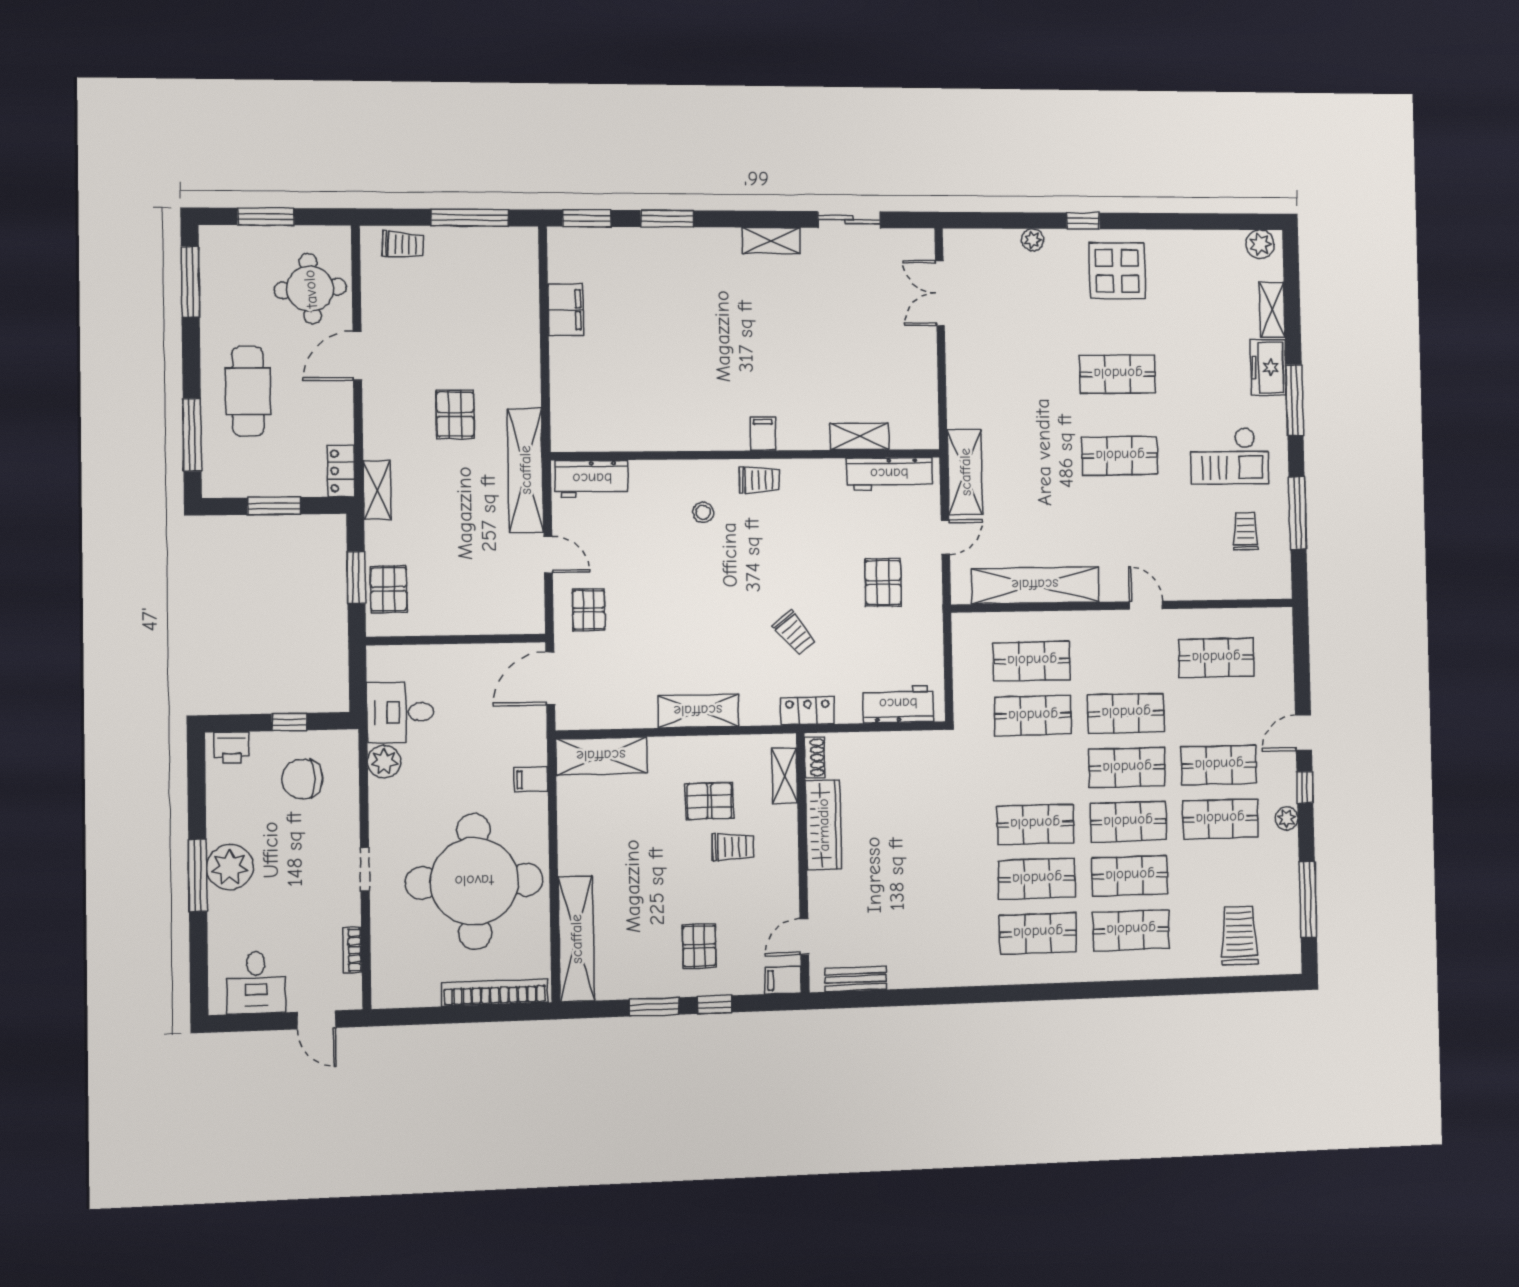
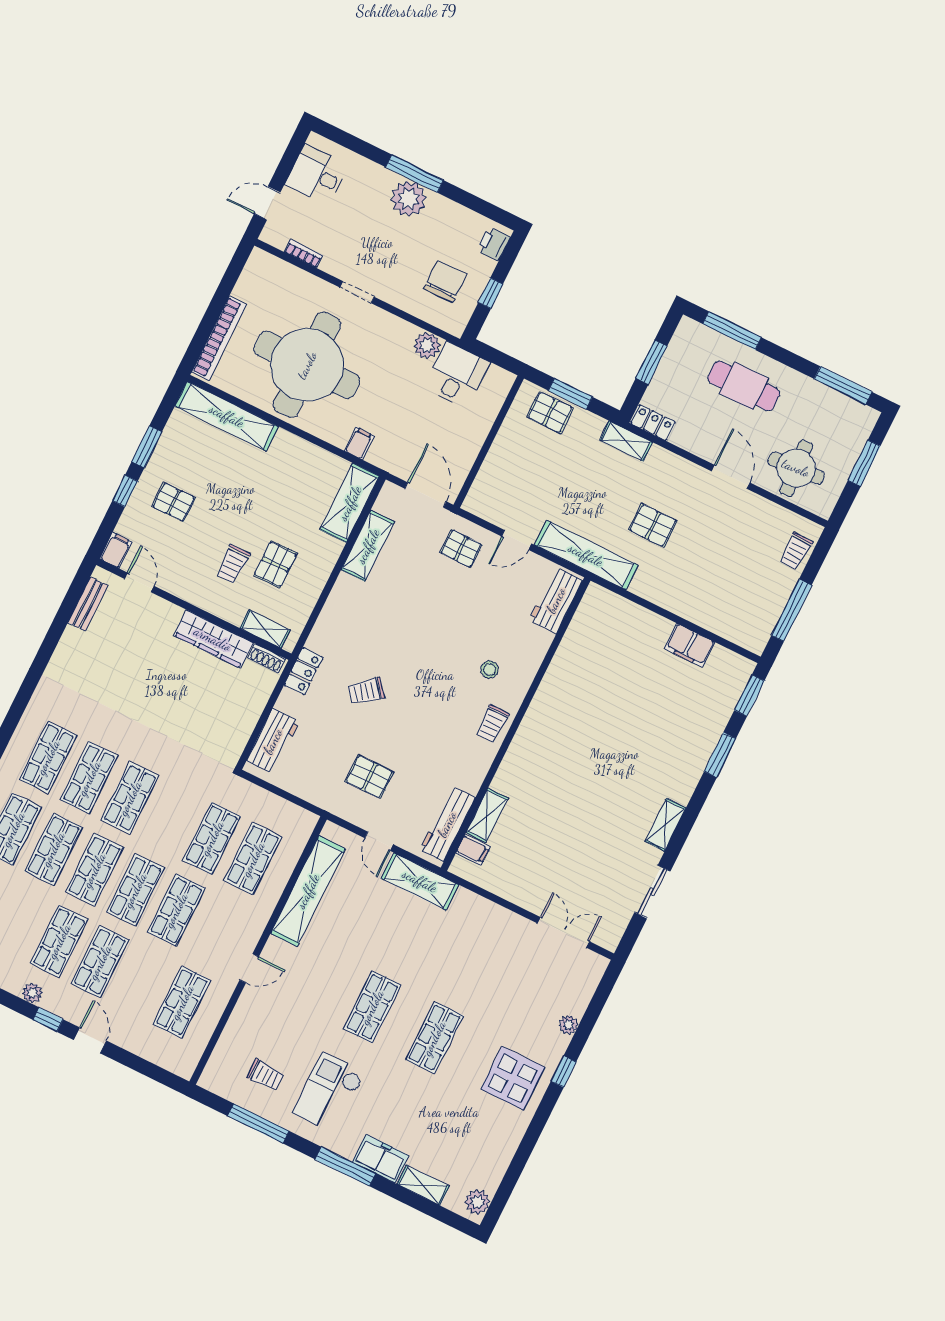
filing cabinet: (763, 434) -> (473, 850), moved
shelving: (698, 711) -> (368, 546), moved

